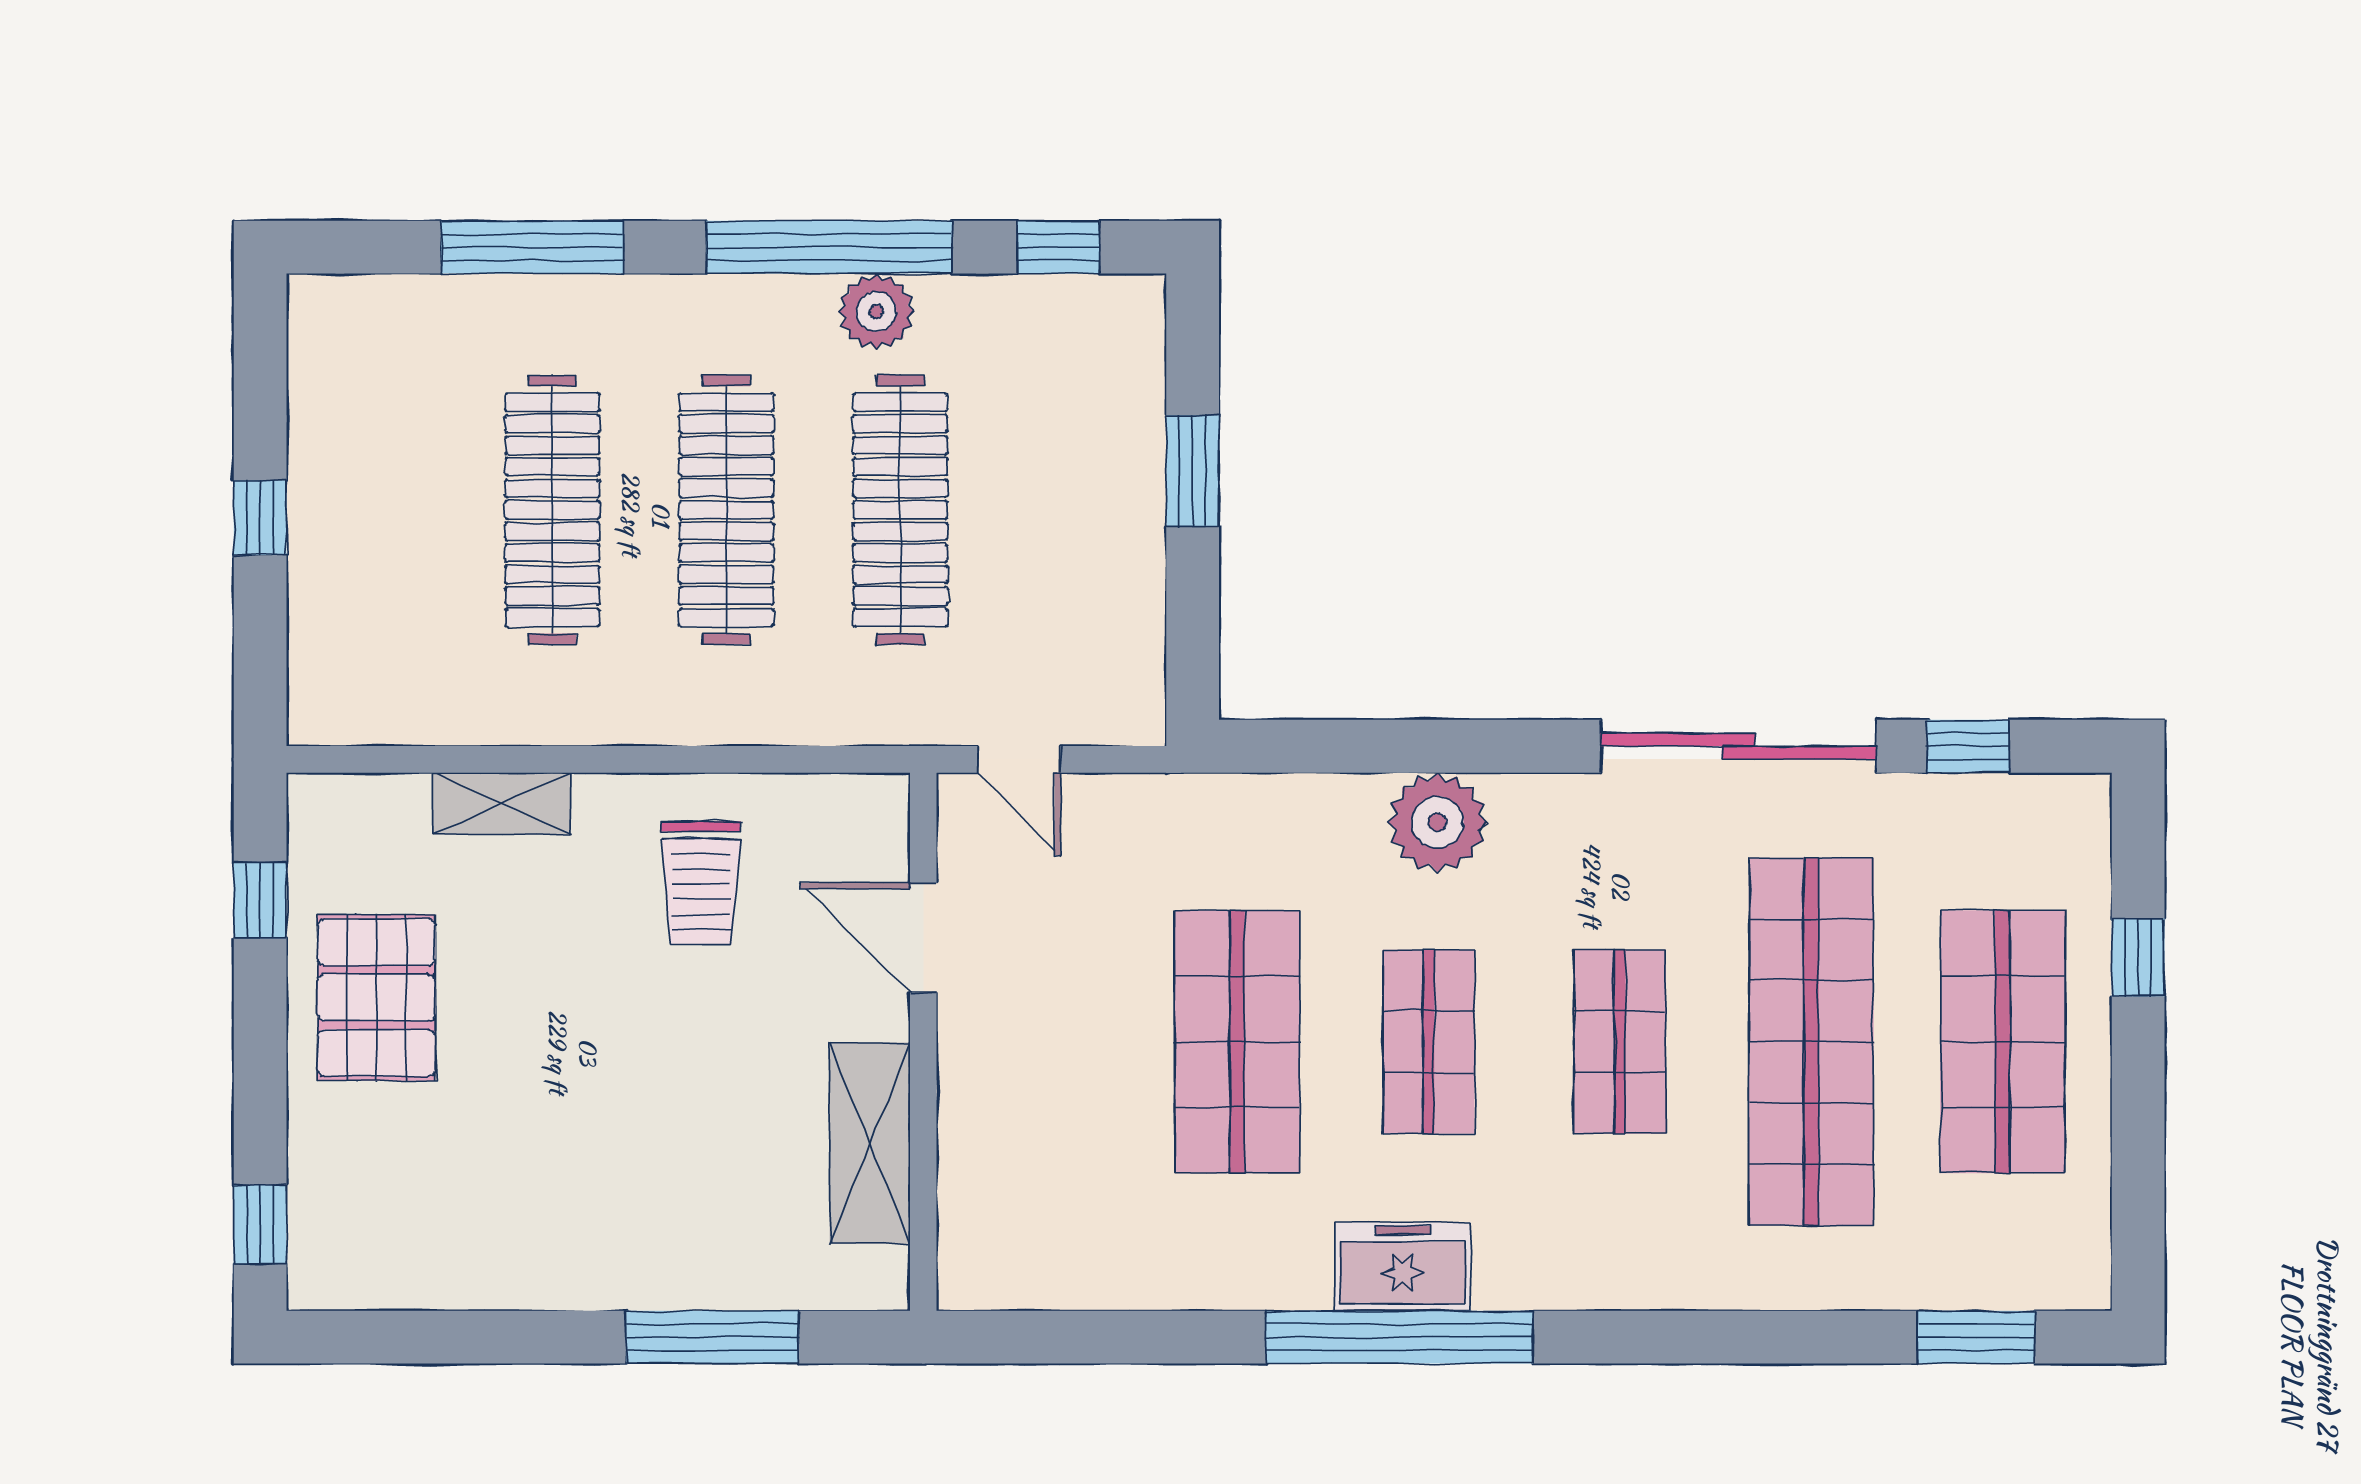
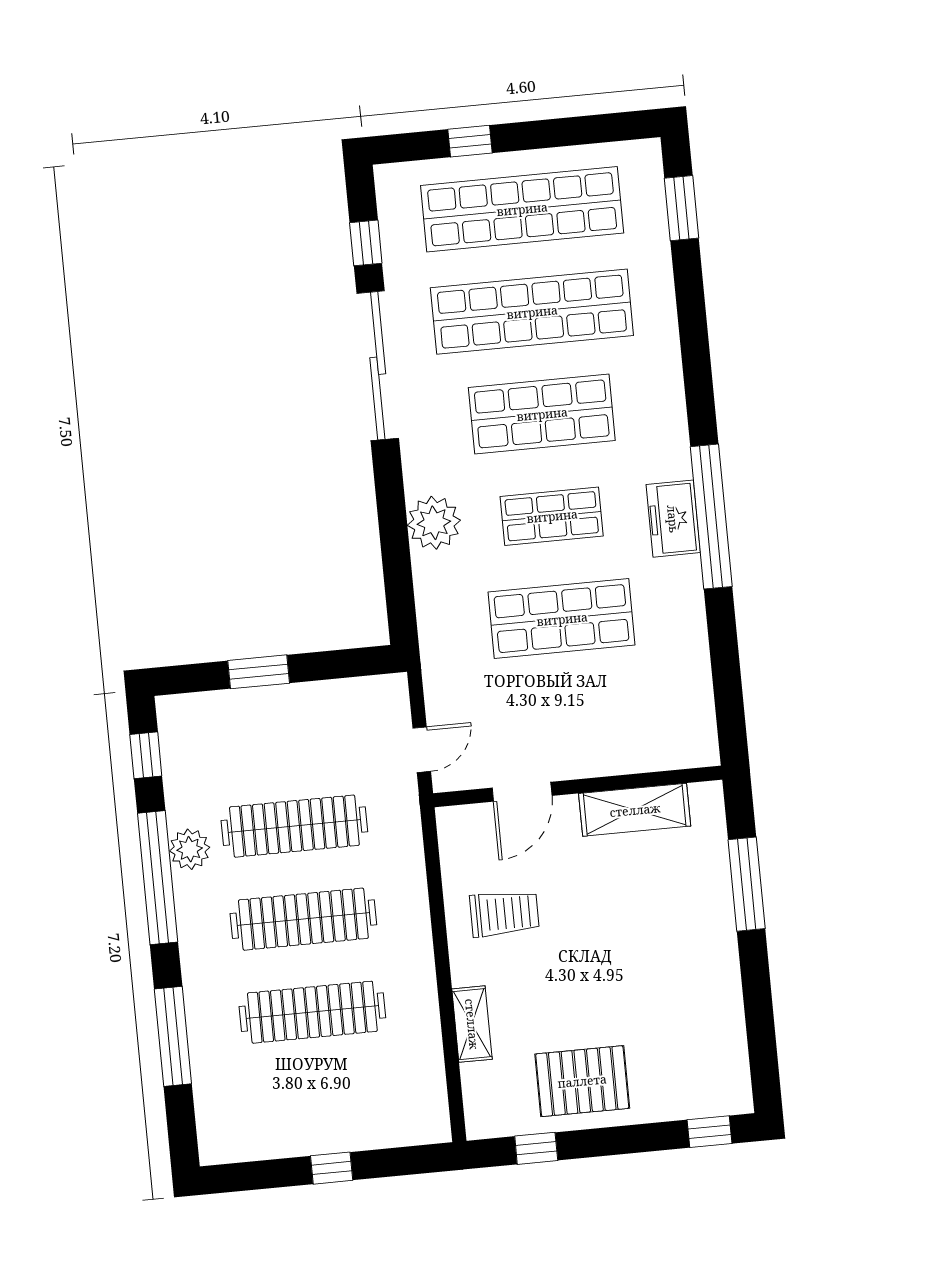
shop shelf: (1620, 1042) -> (542, 414), width x1.43, depth x1.36
shop shelf: (2002, 1042) -> (522, 209), width x1.40

